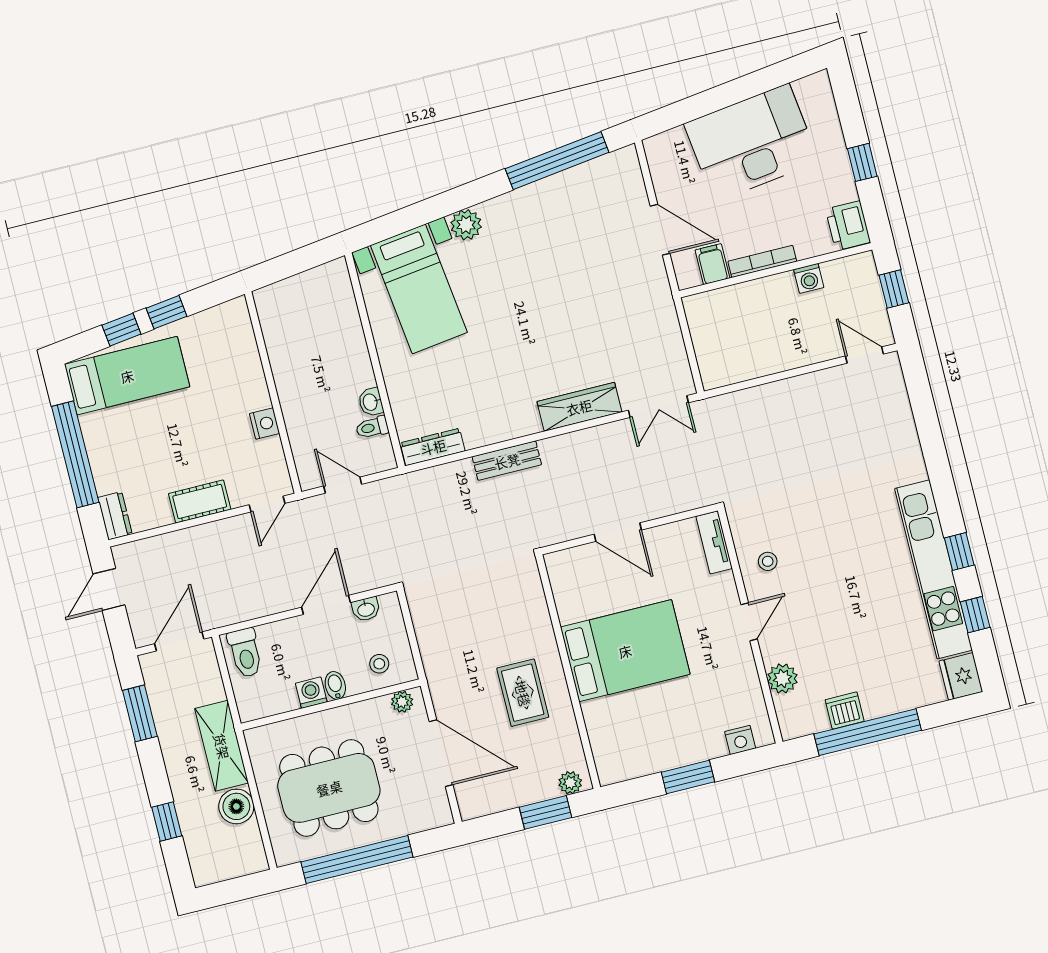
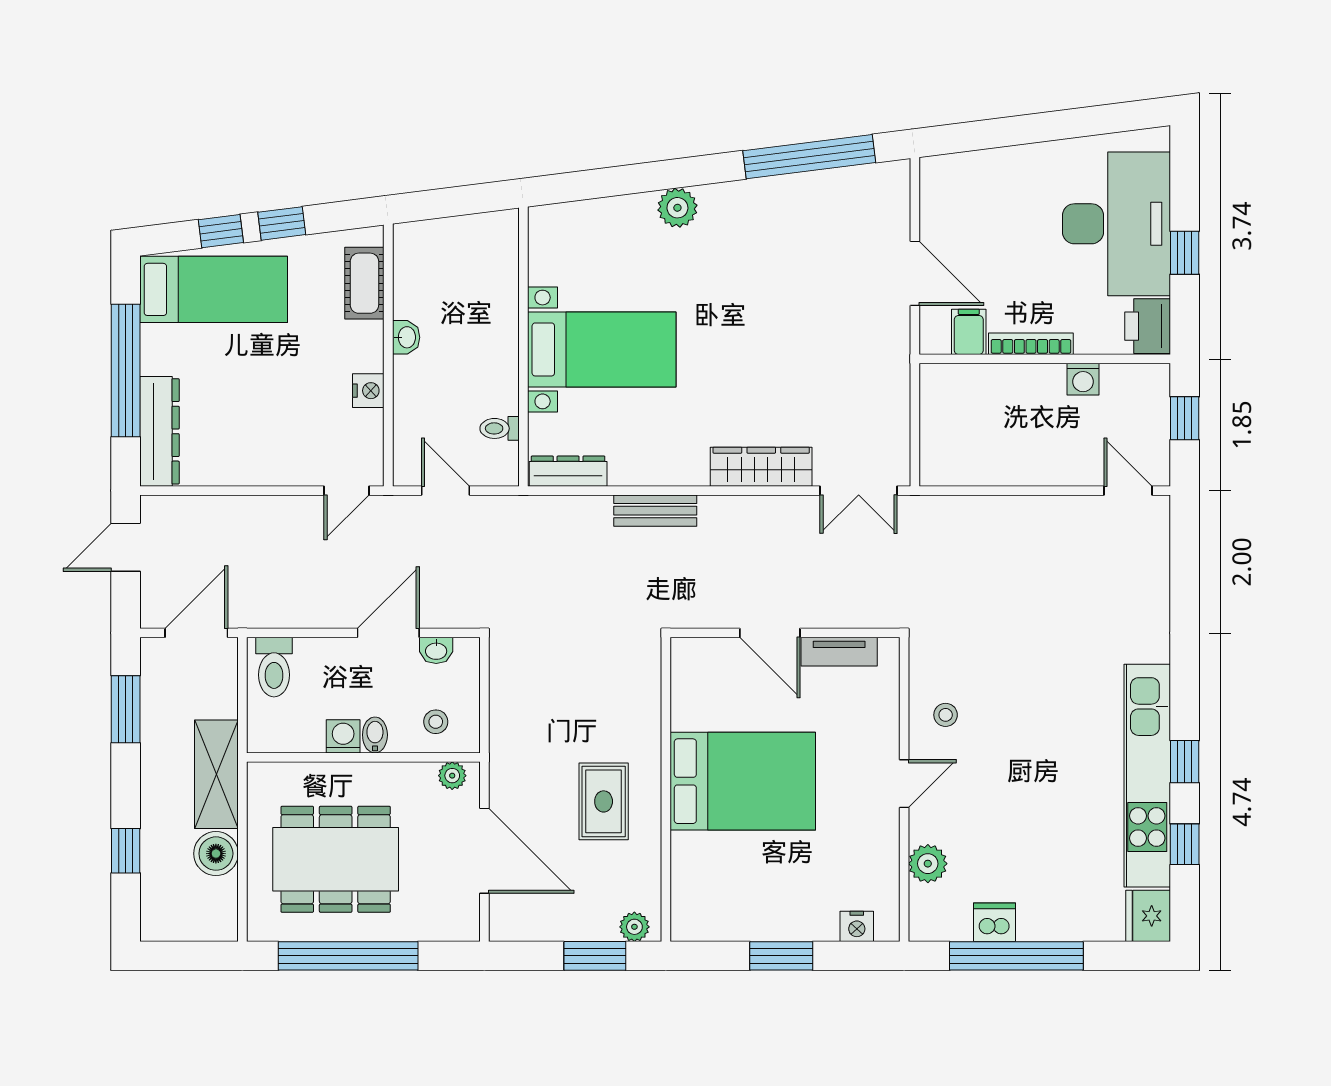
desk: (752, 143) -> (1116, 224), moved, turned 97
bed with nightstands: (419, 289) -> (602, 349), moved, turned -83
washbasin: (371, 402) -> (406, 337), moved, turned 180
cot: (200, 501) -> (364, 283), moved, turned 90
dresser: (115, 516) -> (160, 431), width x1.96, depth x1.24
tv unit: (714, 542) -> (839, 652), moved, turned -90

